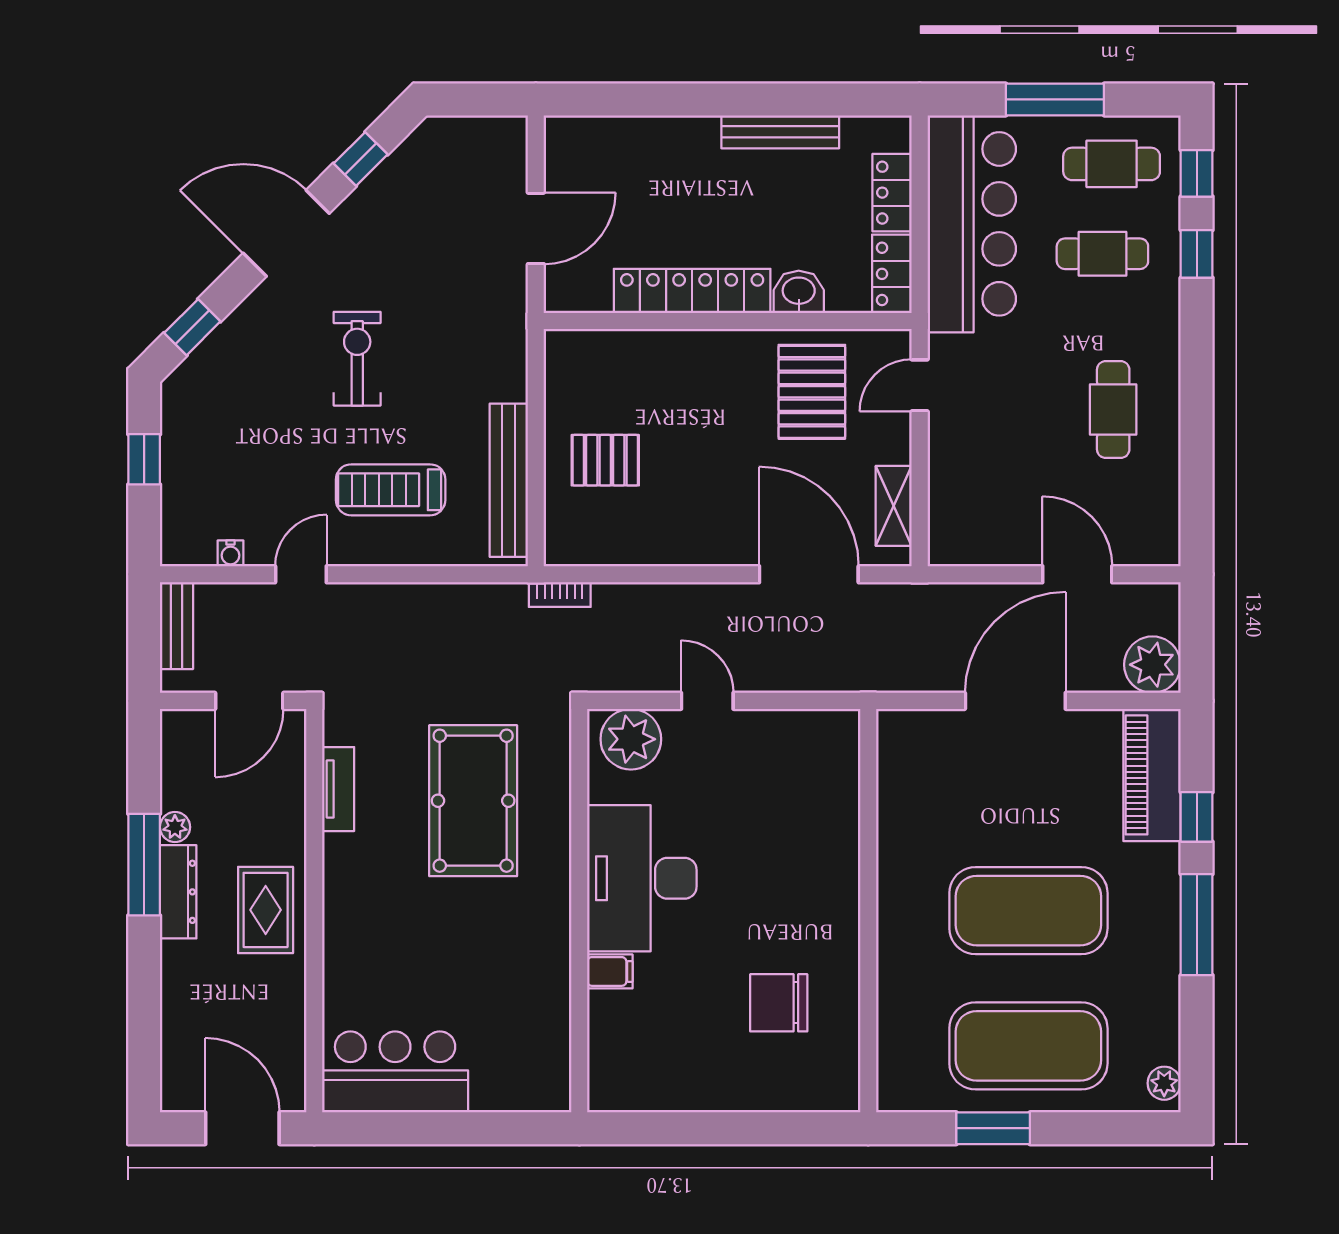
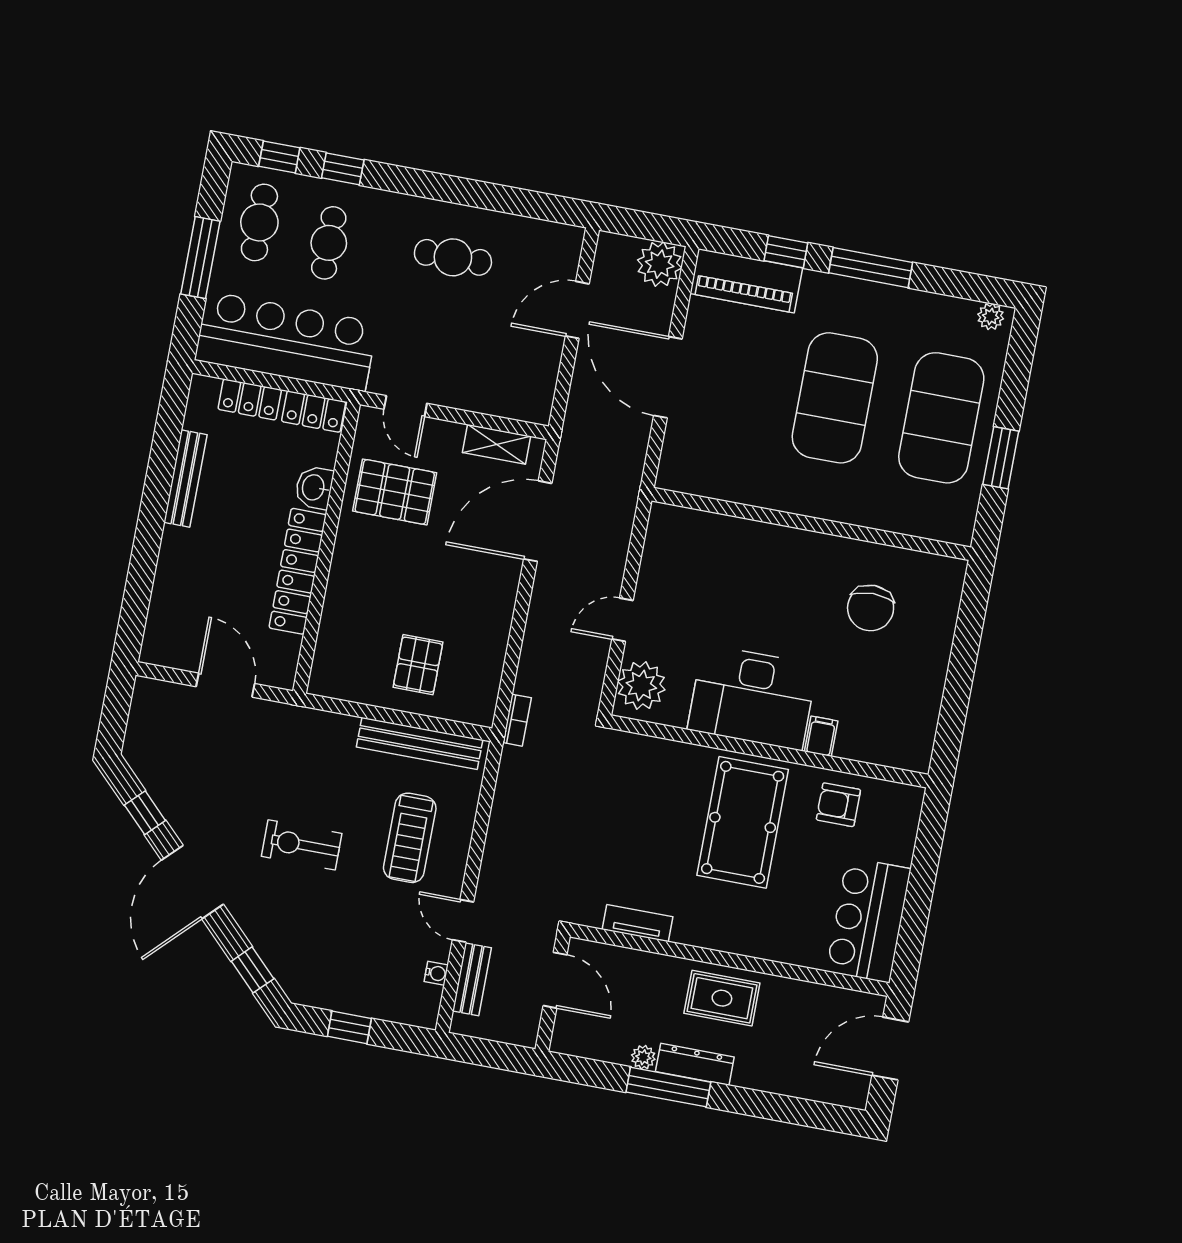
bench: (177, 626) -> (472, 979), moved, turned 90
pool table: (473, 801) -> (743, 822), moved, turned 90
armchair: (530, 1008) -> (838, 805), added

